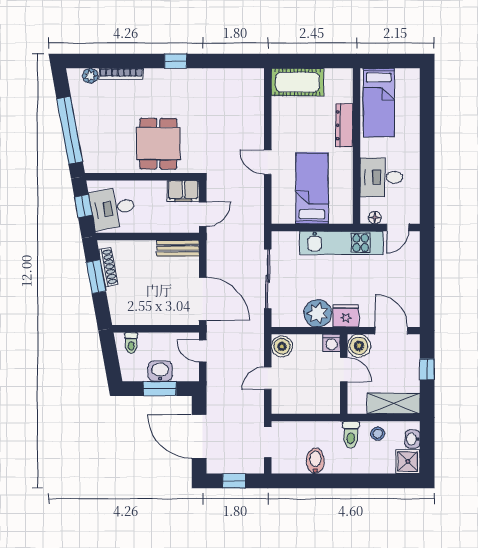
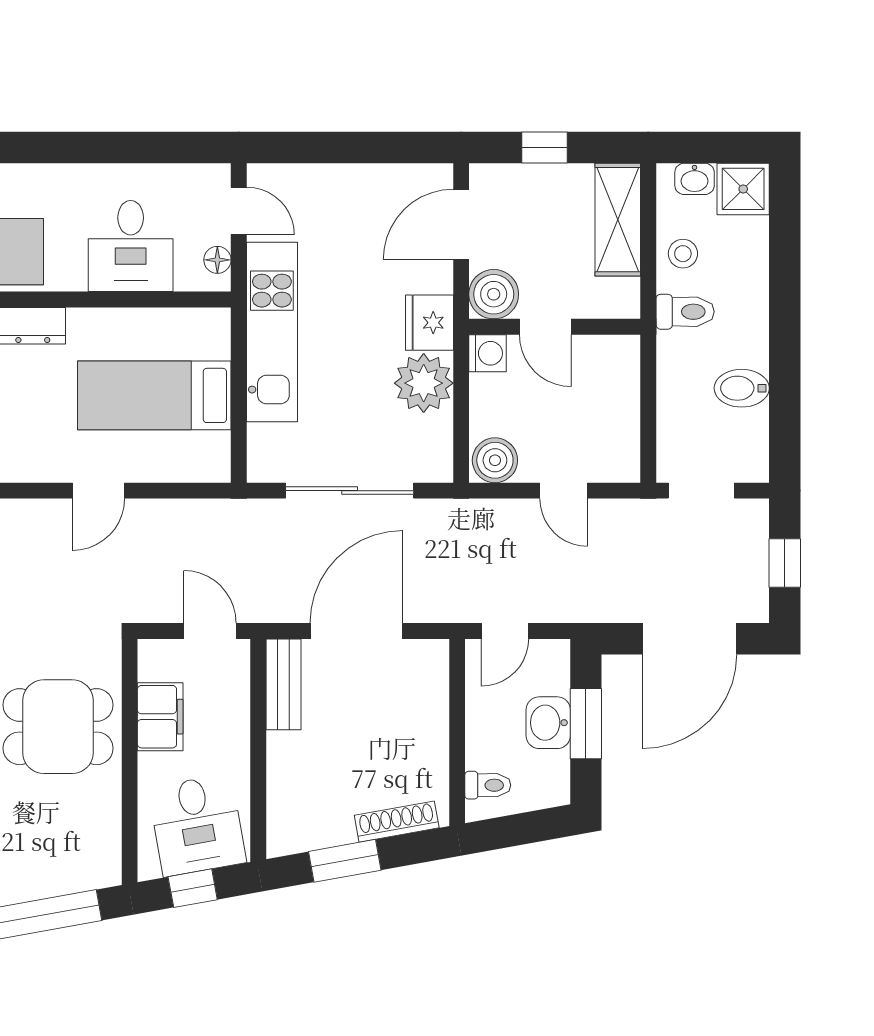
filing cabinet: (183, 191) -> (160, 717), moved
shoe rack: (108, 267) -> (397, 822), moved
door: (203, 299) -> (357, 631), moved
door: (344, 370) -> (545, 327), swing flipped

